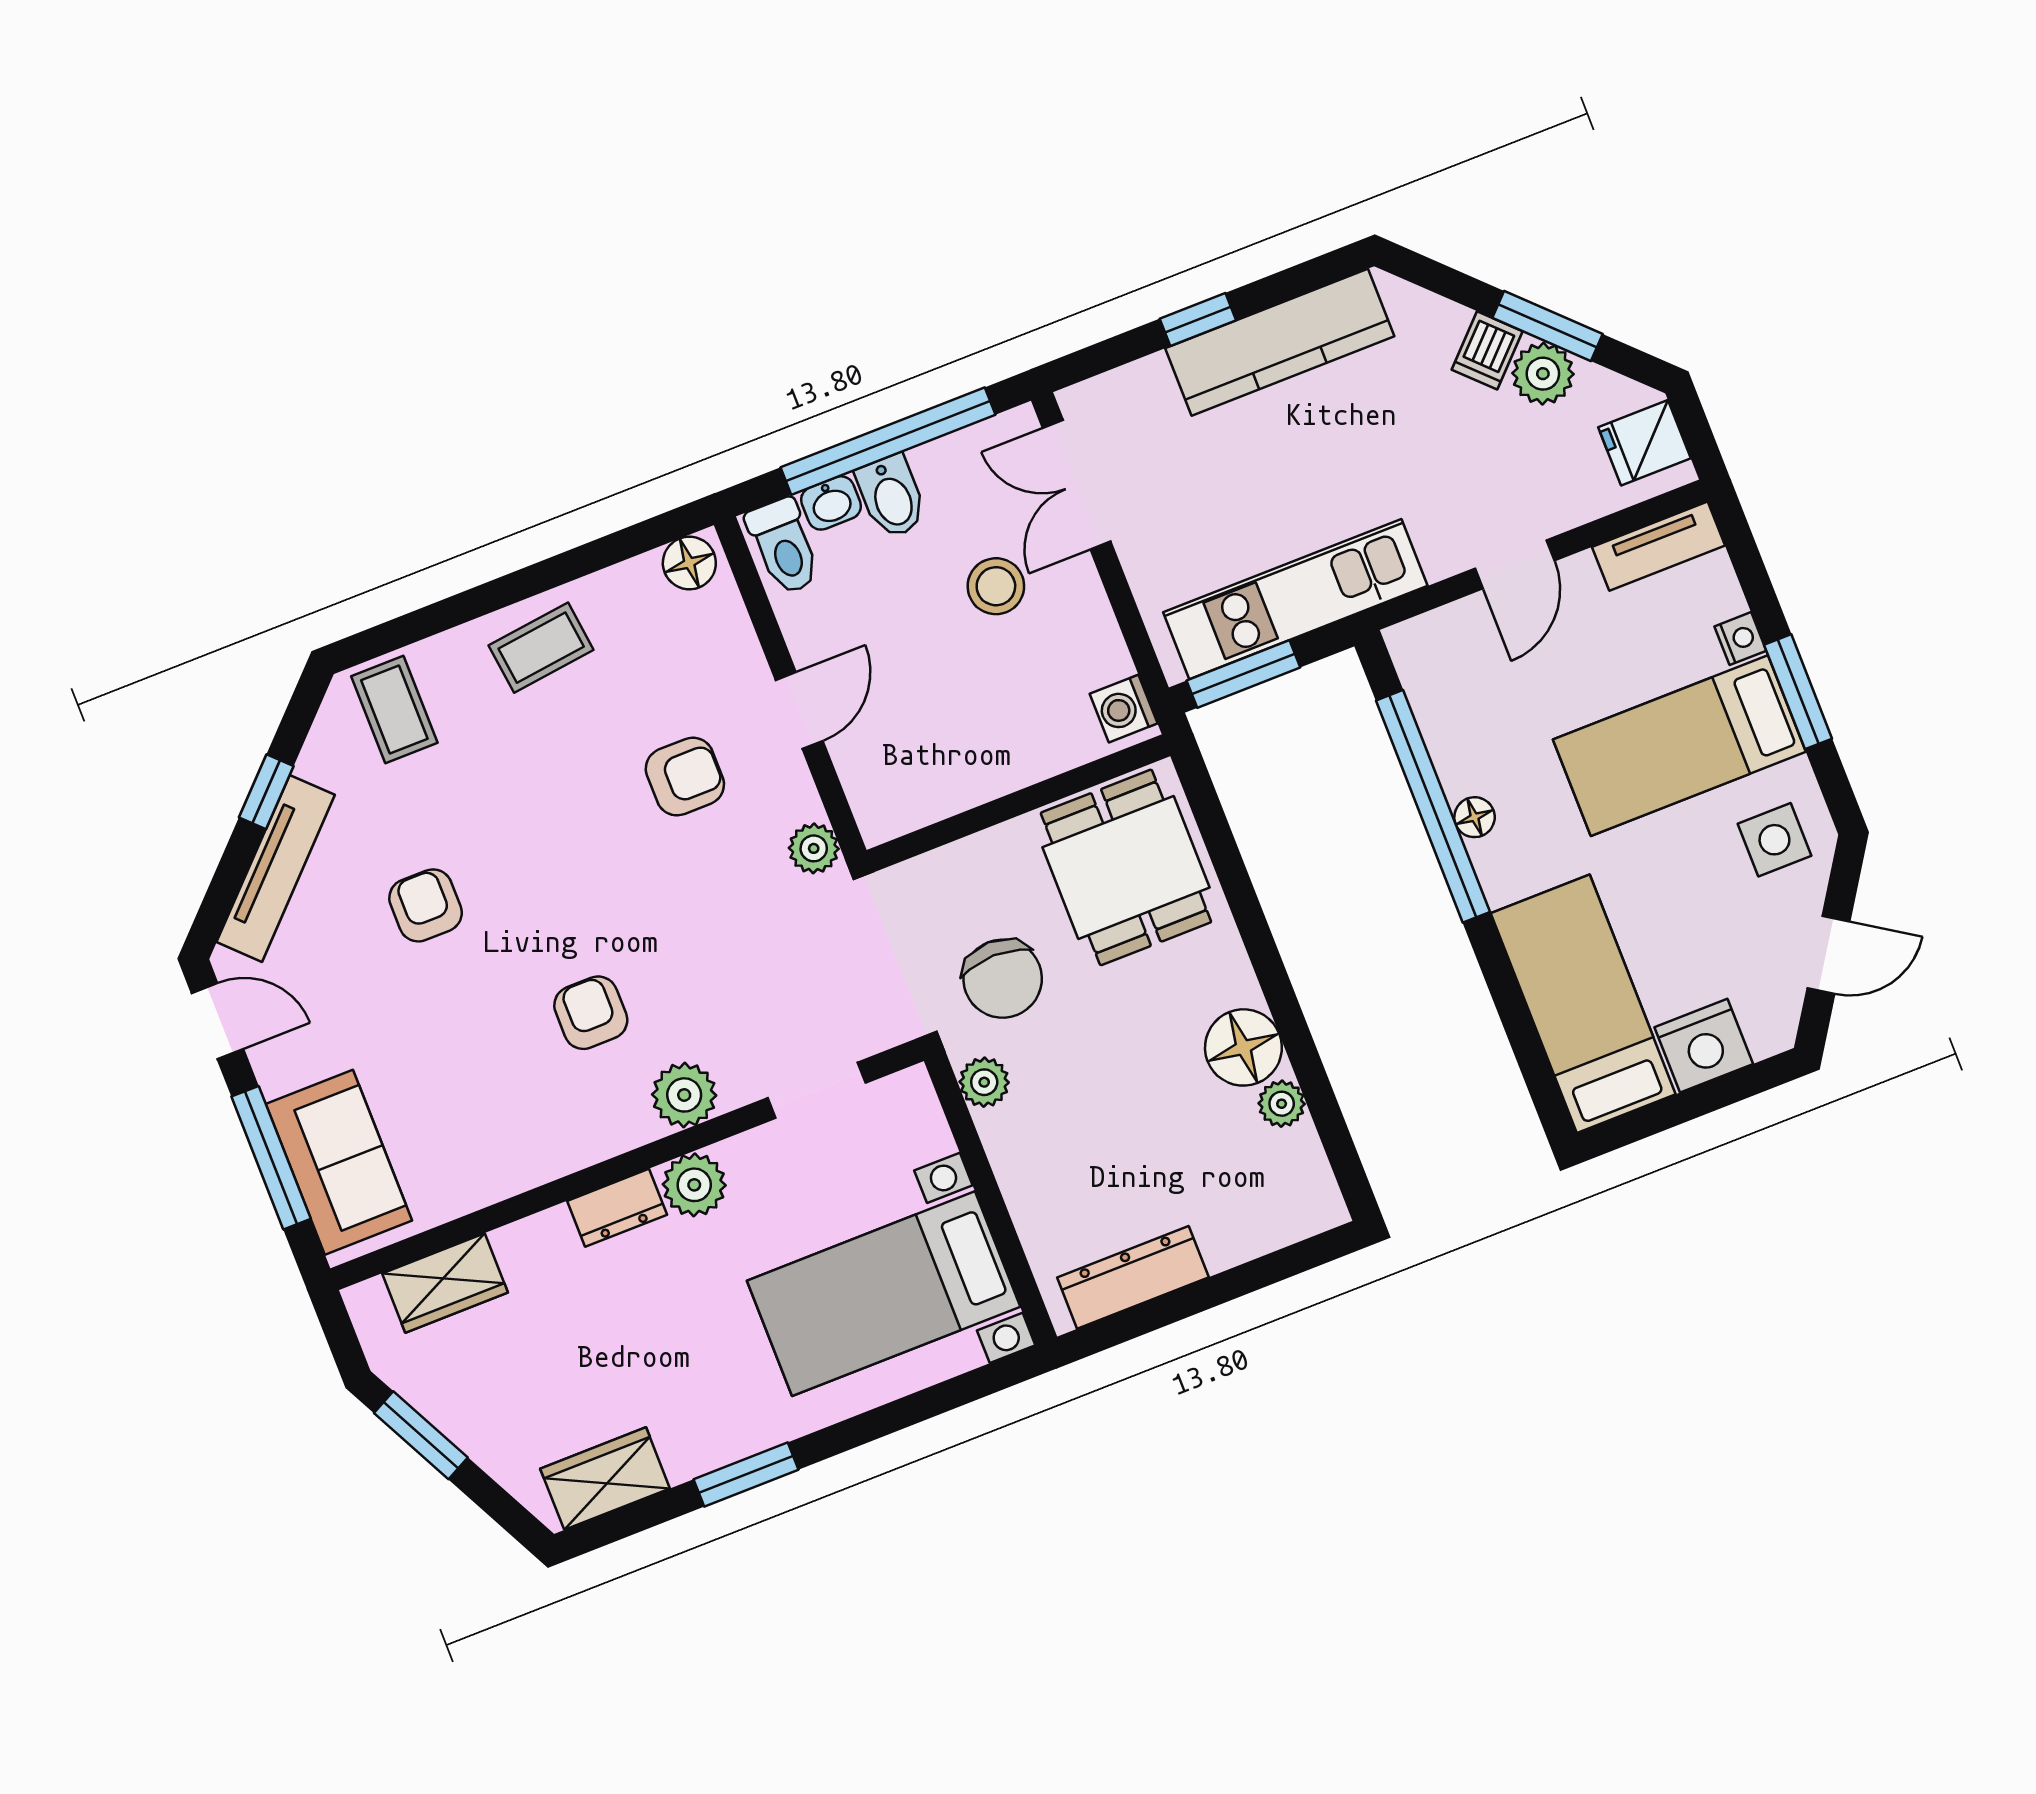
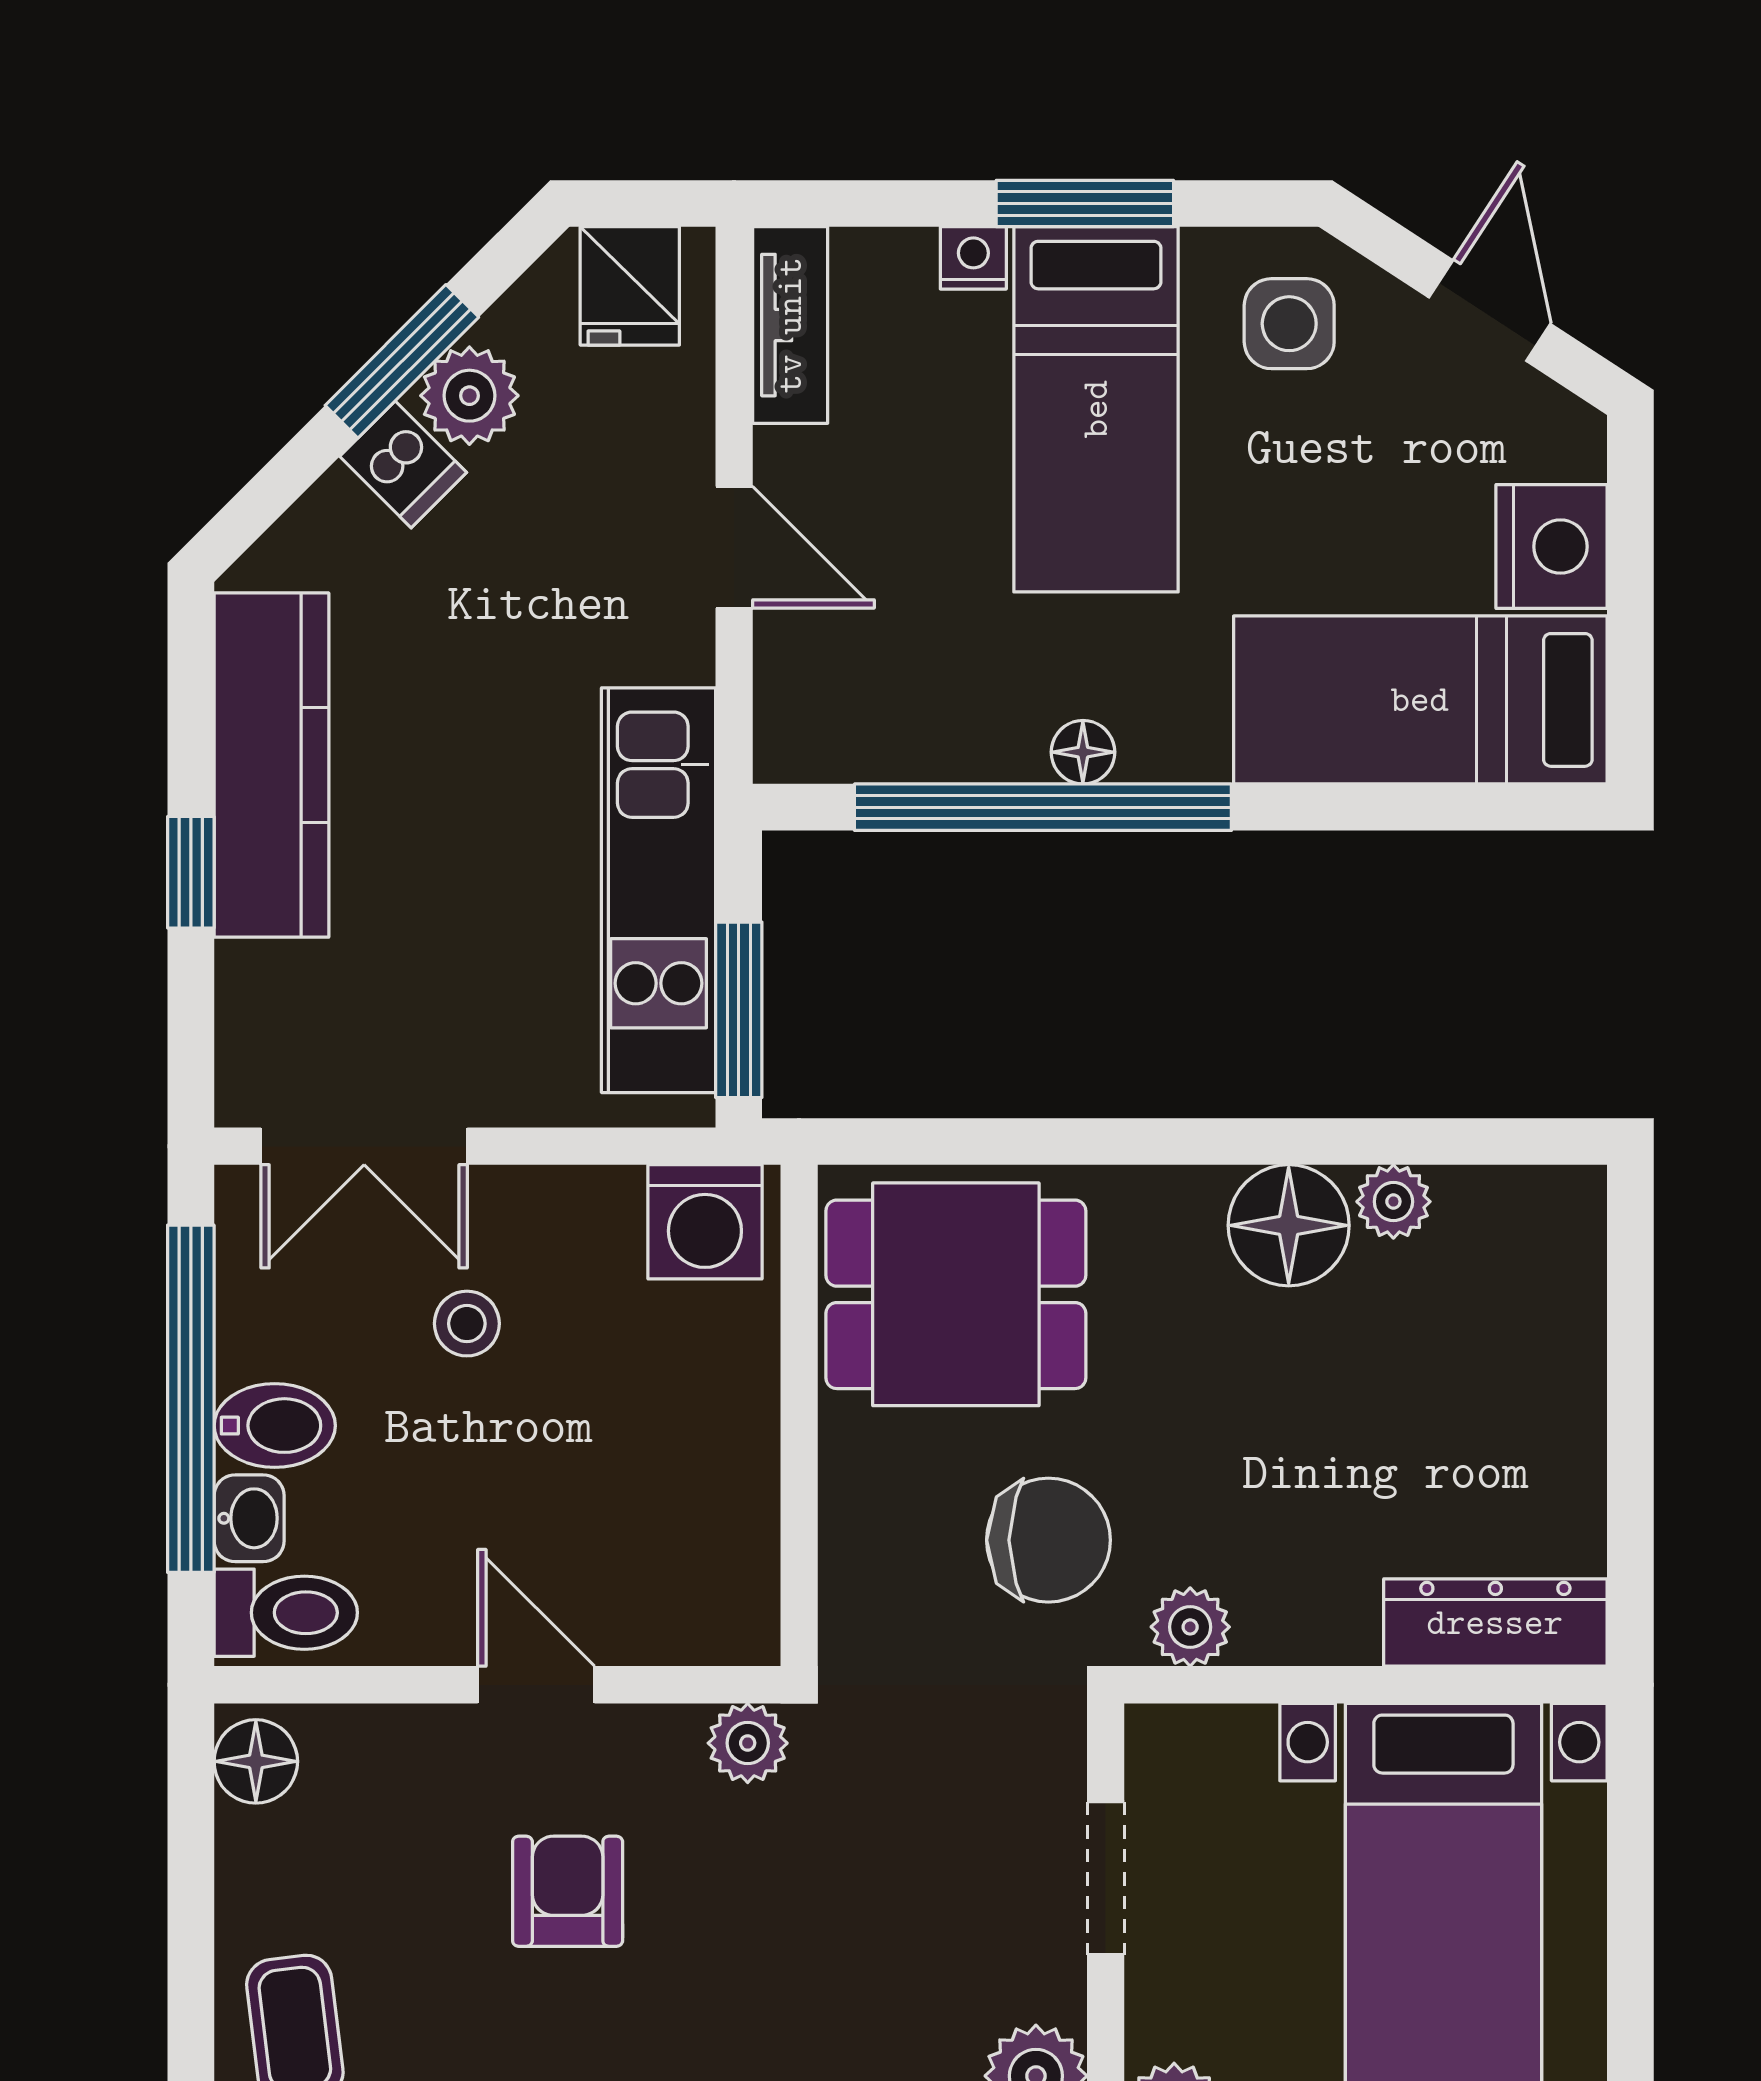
stool: (996, 586) -> (467, 1324), width x0.73, depth x0.73
washing machine: (1124, 709) -> (705, 1222), width x1.38, depth x1.38
dresser: (1133, 1277) -> (1495, 1623), moved, turned 90

